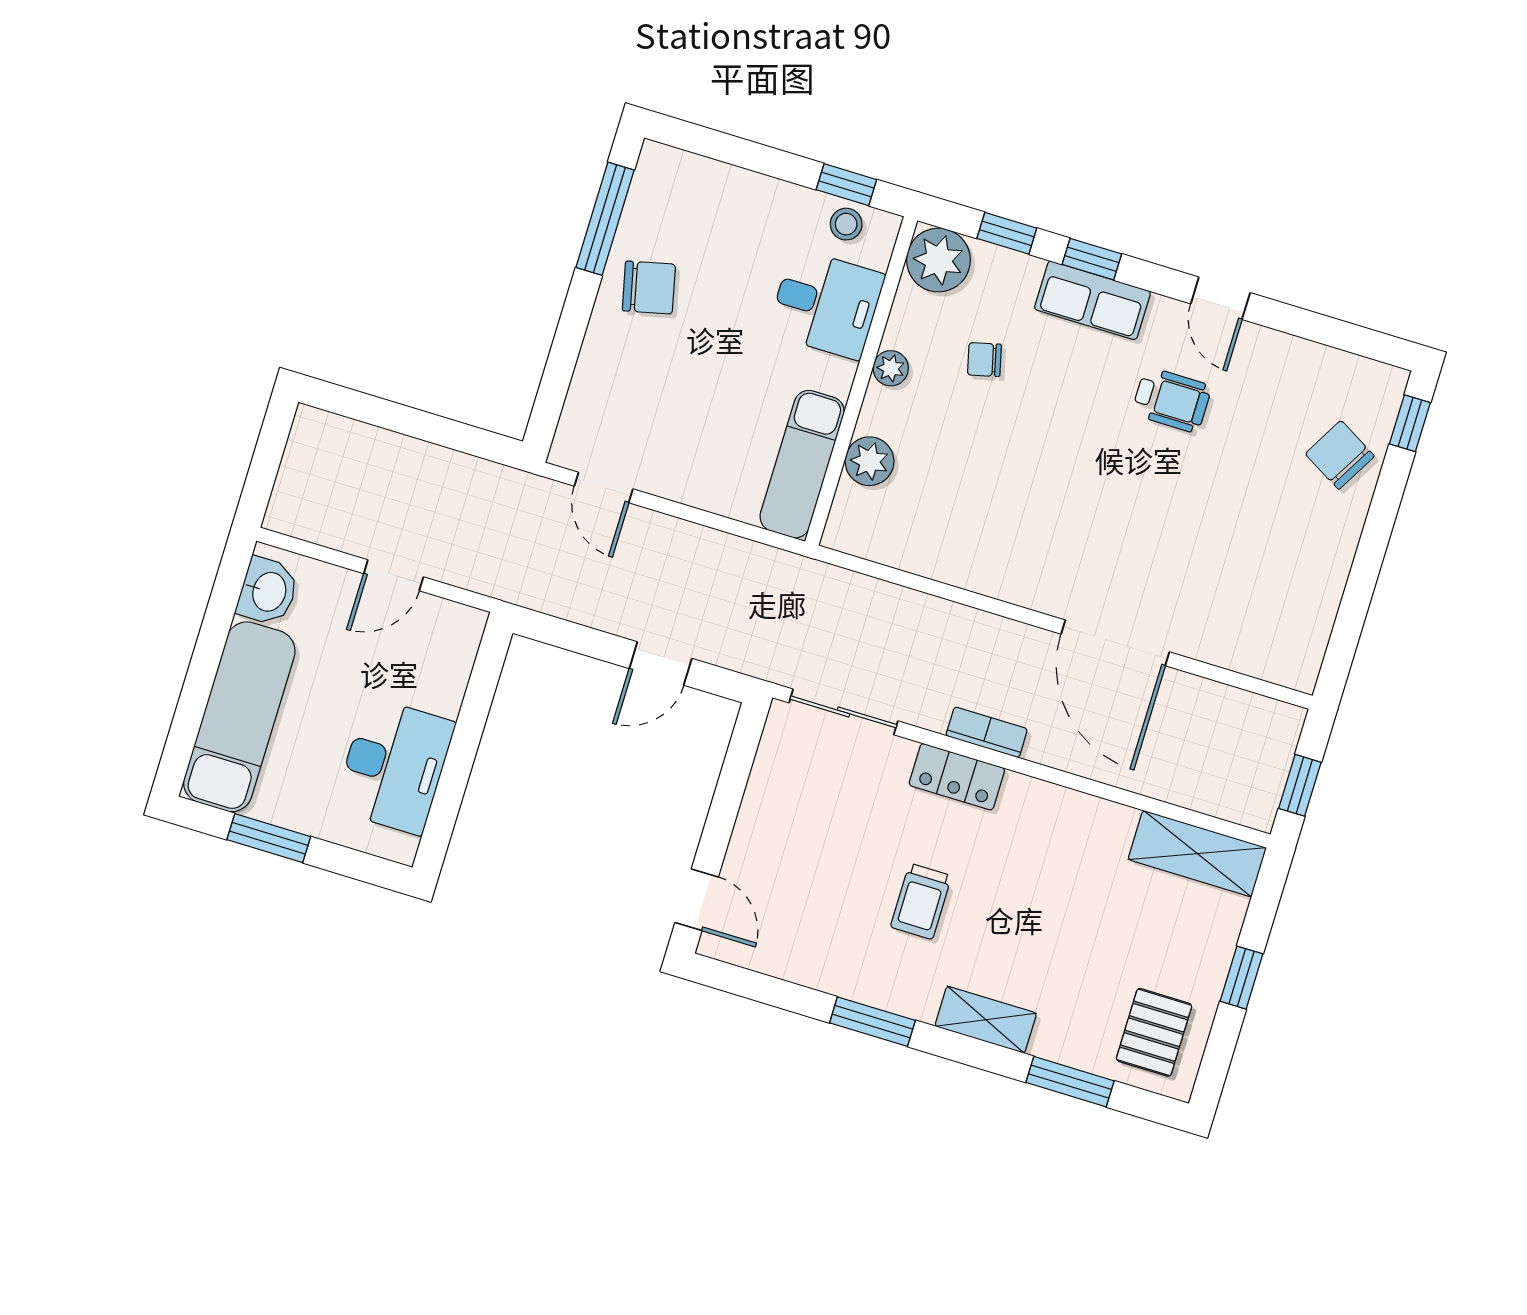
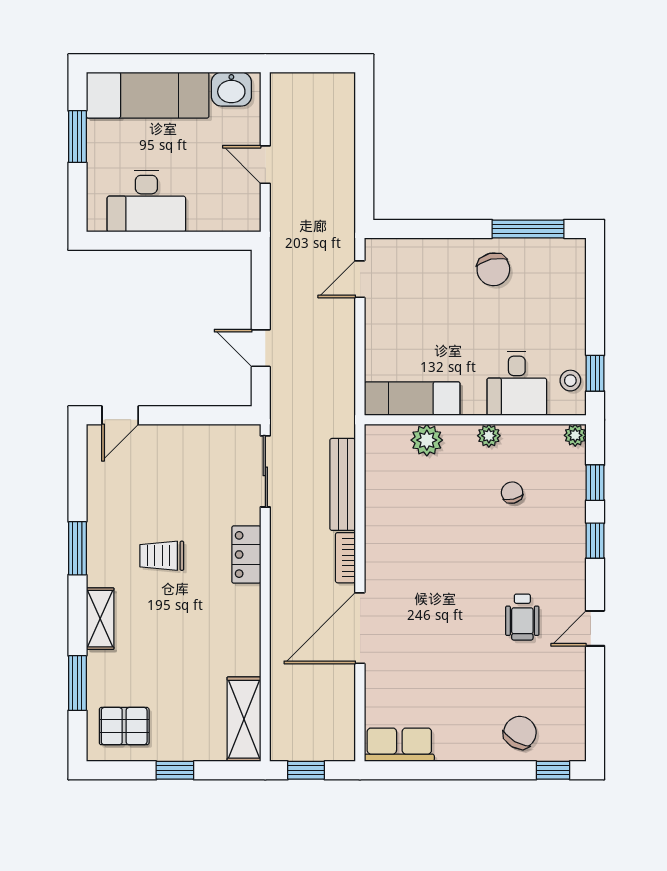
plant: (938, 260) -> (575, 435), width x0.53, depth x0.53
row of seats: (1092, 300) -> (399, 745), moved, turned 90
bench: (897, 604) -> (343, 484), added
bookcase: (987, 732) -> (345, 558), moved, turned 180

